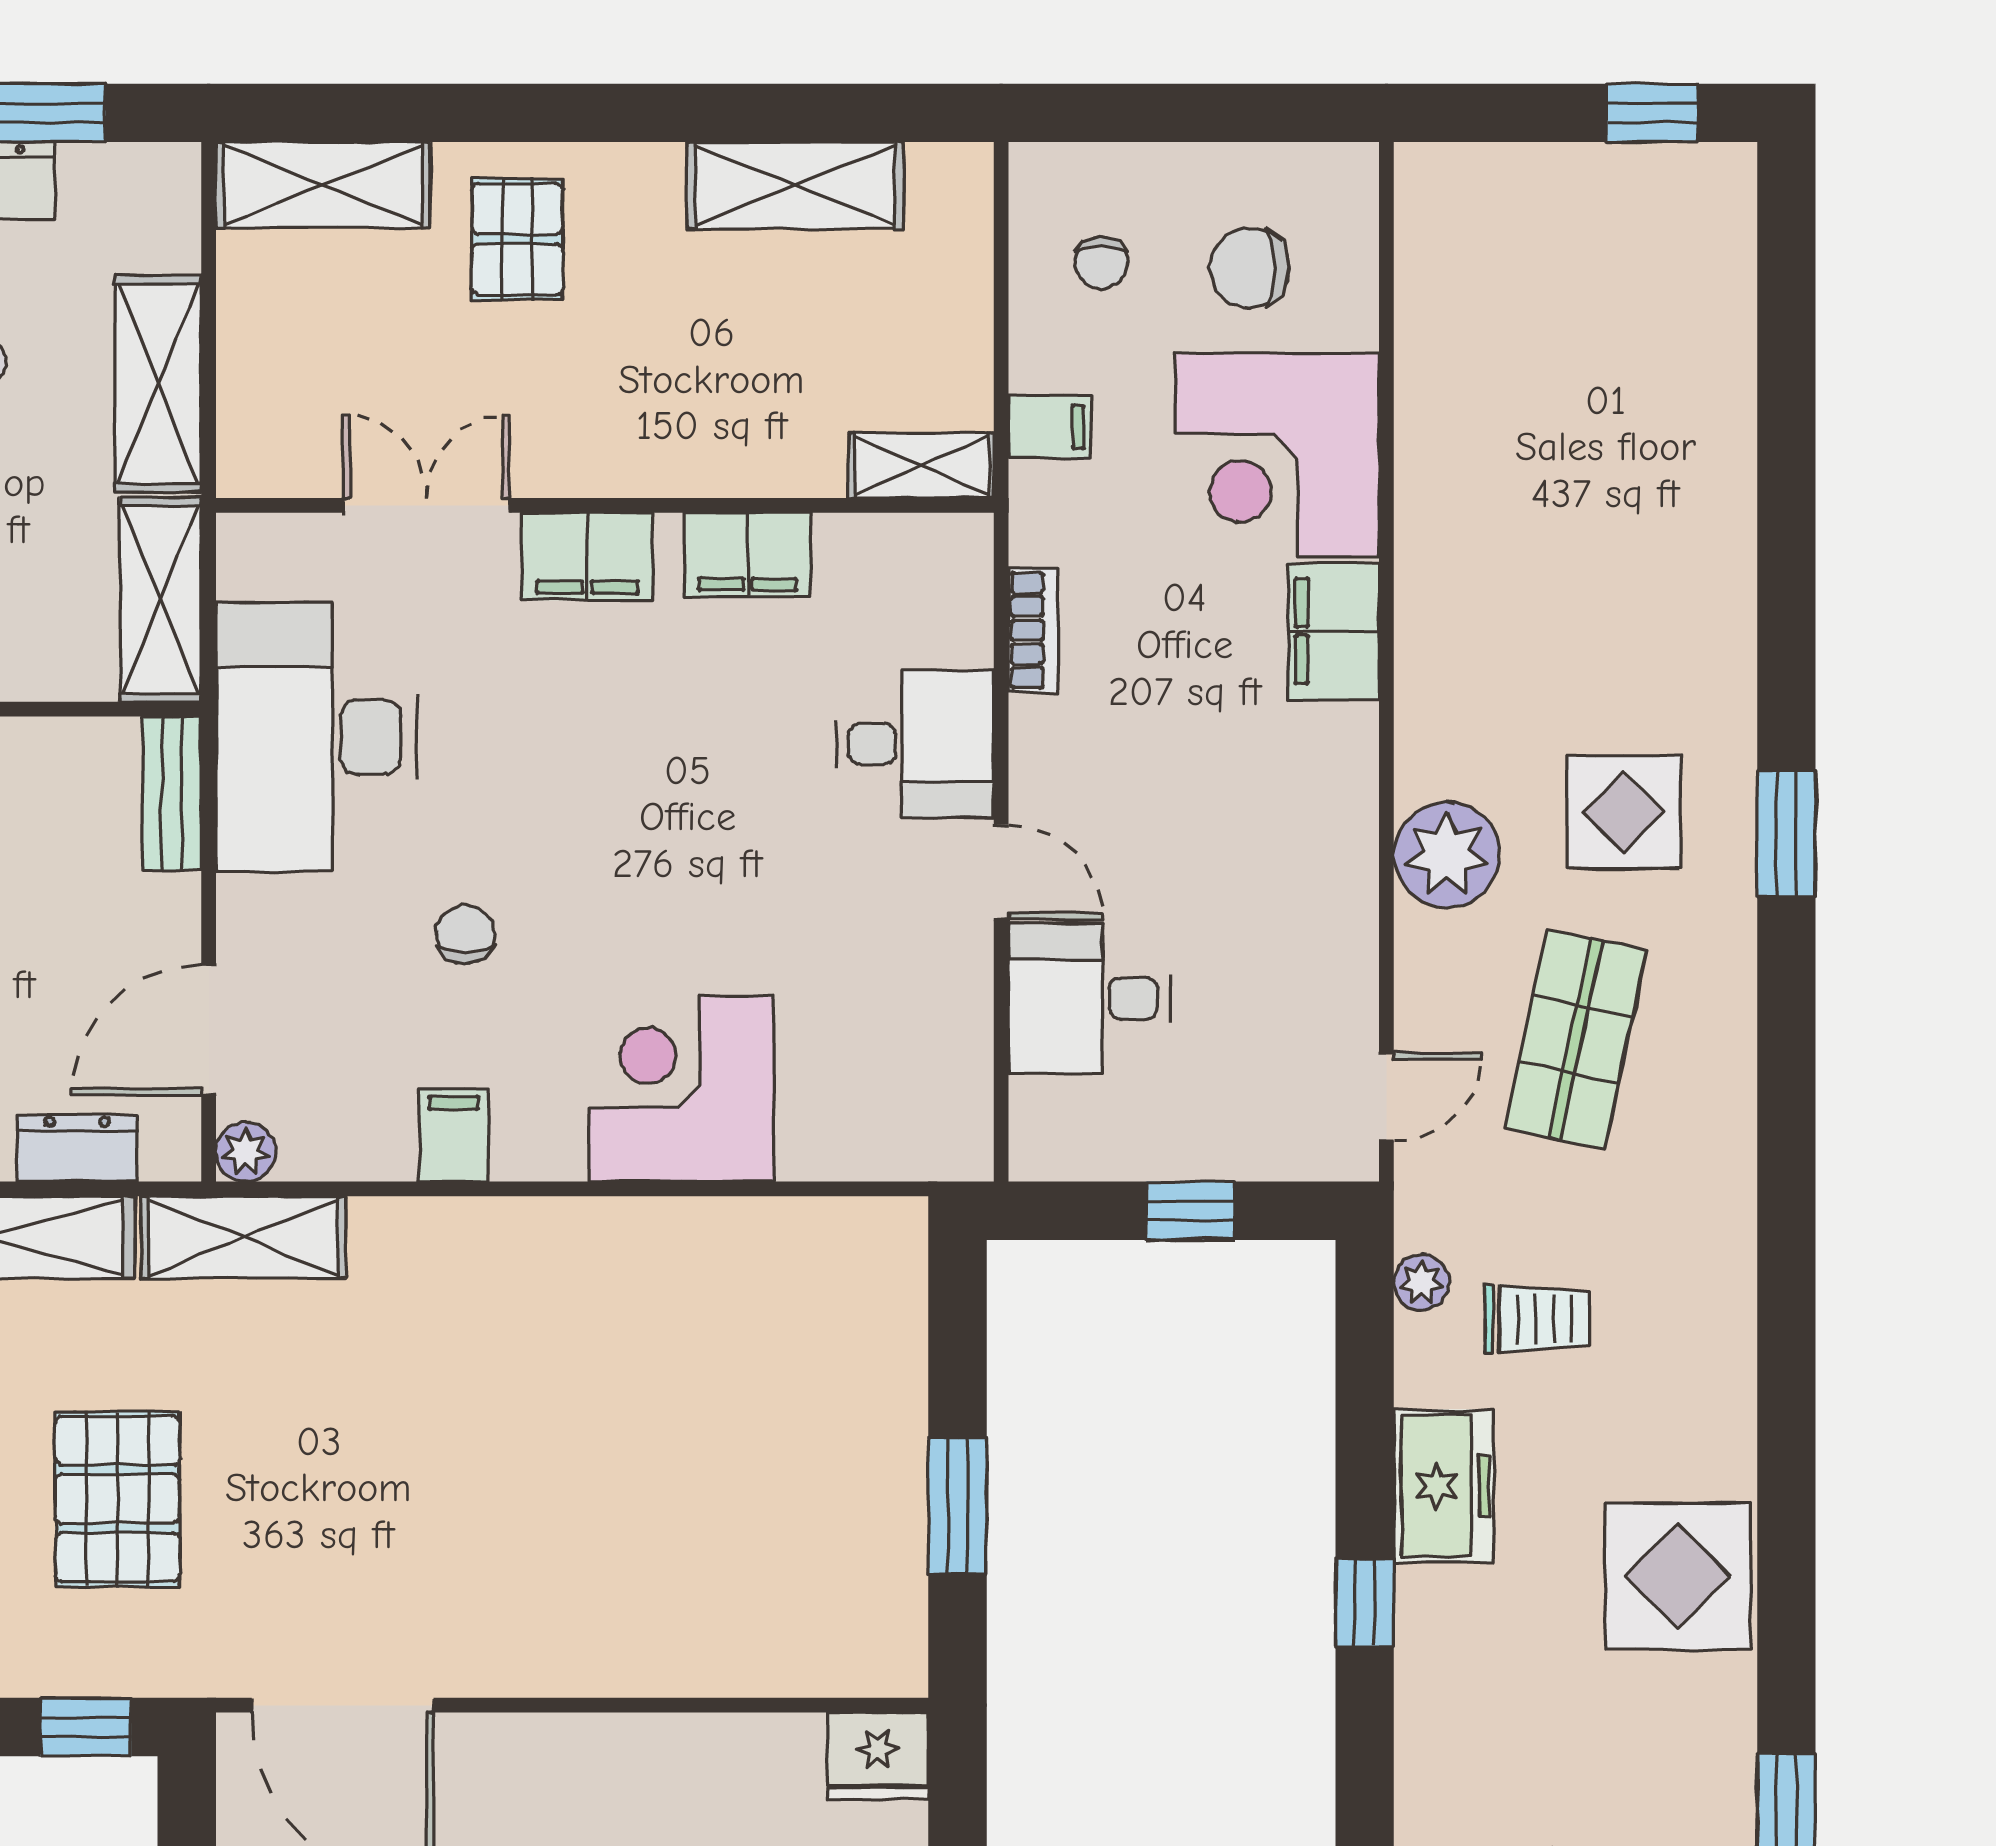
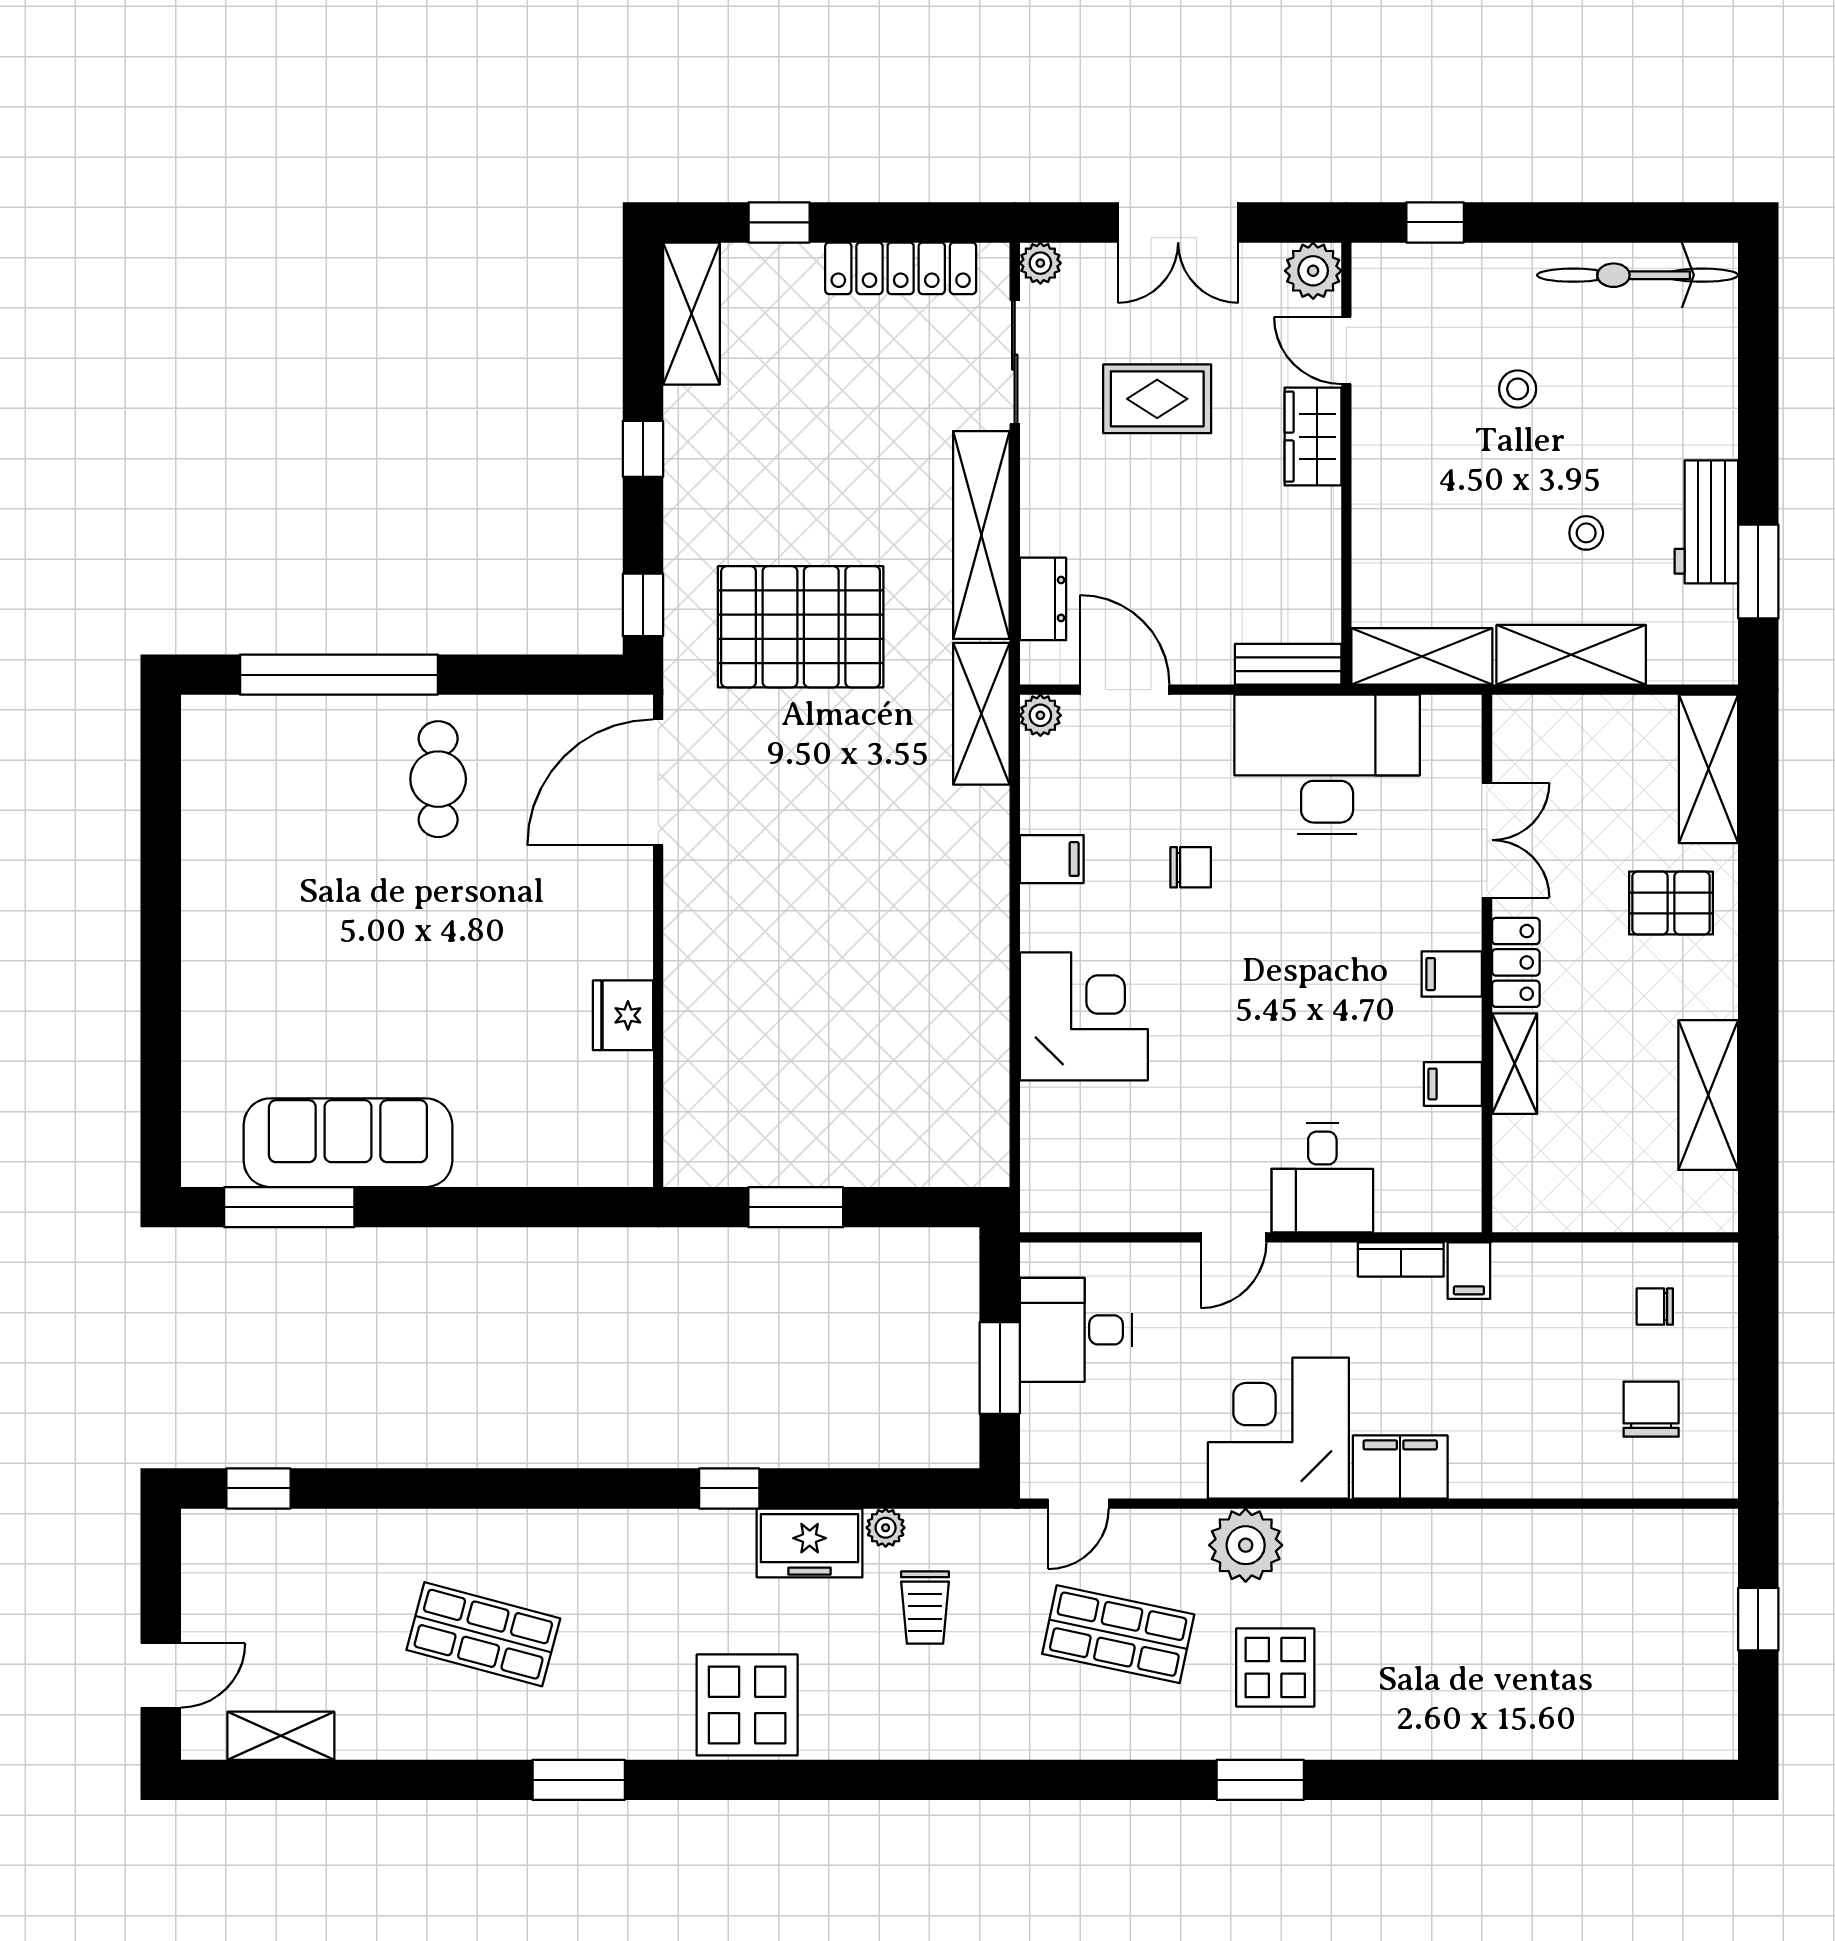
window: (1652, 113) -> (1758, 1619), moved
filing cabinet: (1049, 427) -> (1469, 1271), moved
corner desk: (1277, 455) -> (1278, 1428), moved
locker: (603, 464) -> (1516, 962), added
shelving: (921, 466) -> (1515, 1064), moved
filing cabinet: (748, 555) -> (1453, 1084), width x0.50
filing cabinet: (587, 556) -> (1452, 974), width x0.50
desk: (1089, 999) -> (1076, 1330), moved, turned -90
door: (1386, 1097) -> (1078, 1504), hinge flipped
window: (1190, 1211) -> (1000, 1368), width x1.50
plant: (1421, 1282) -> (886, 1528), moved
pallet: (118, 1499) -> (801, 627), width x1.37, depth x1.41
fridge: (878, 1756) -> (623, 1015), moved

